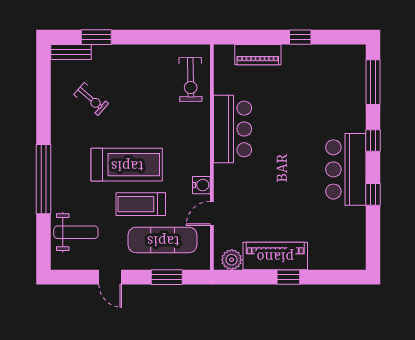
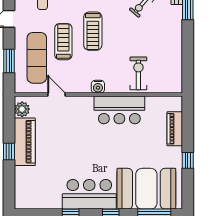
exercise bike: (191, 79) -> (138, 73), moved, turned 91
booth: (338, 93) -> (146, 189), added
treadmill: (127, 165) -> (93, 31), width x0.73, depth x0.73
water cooler: (201, 185) -> (98, 87), moved

